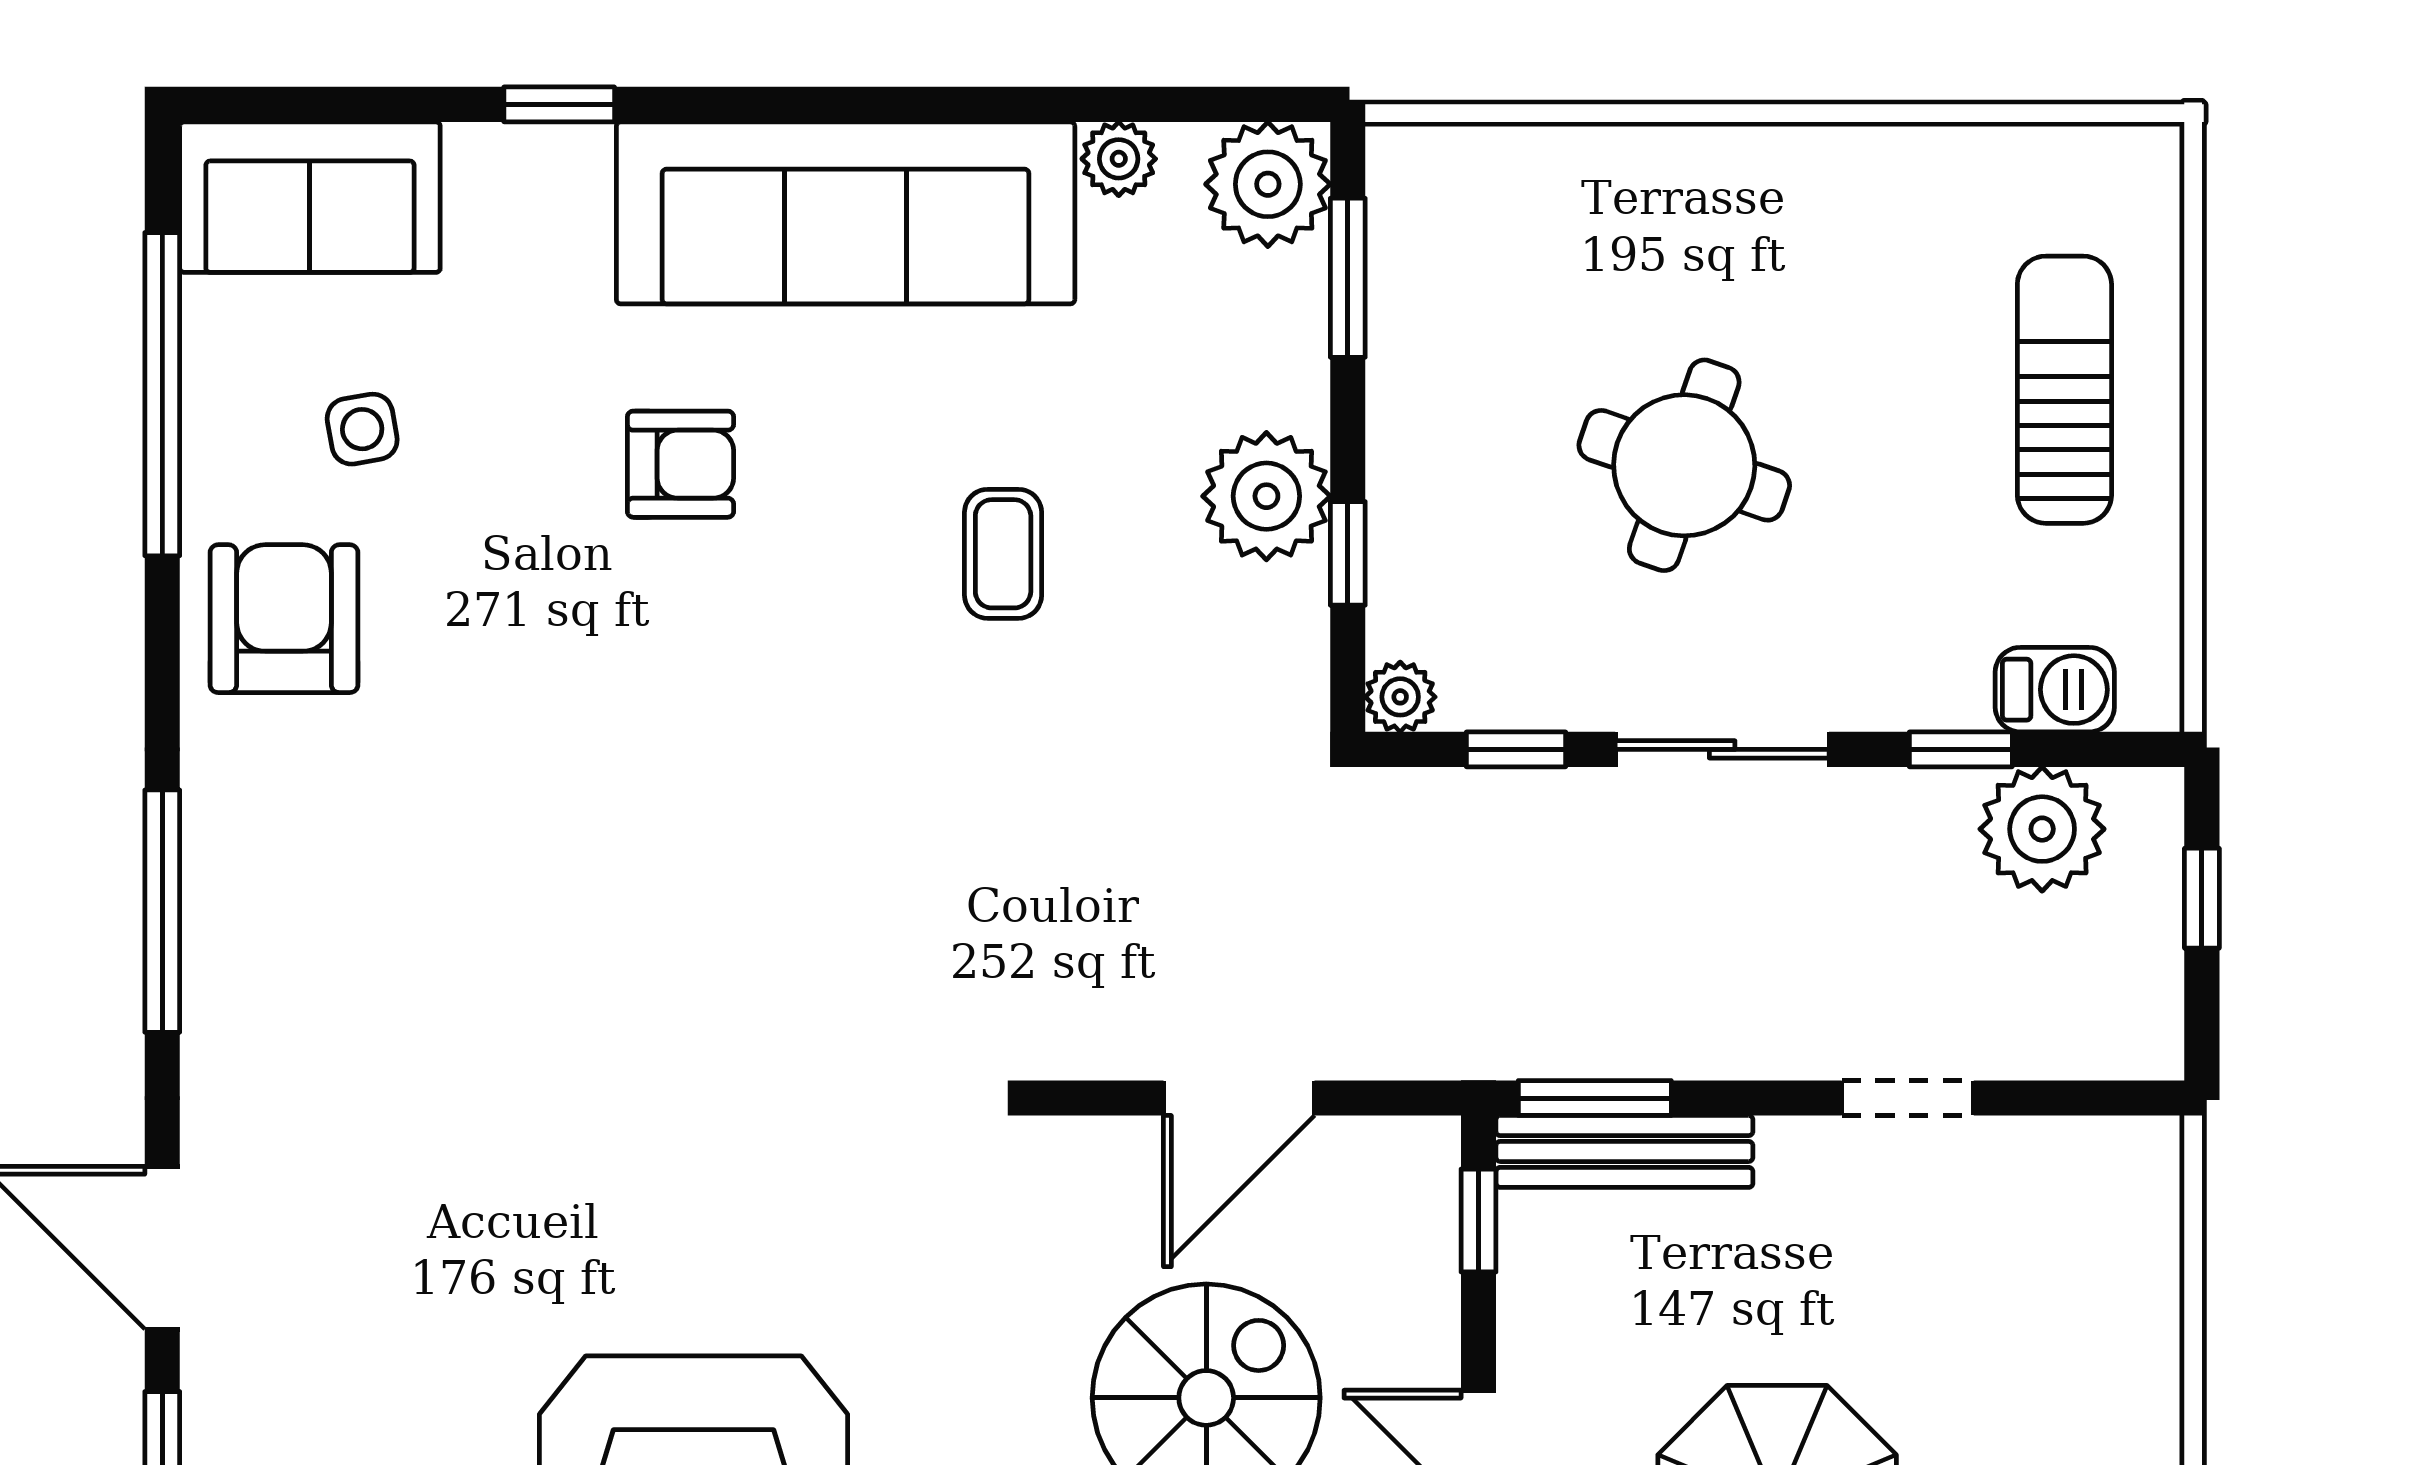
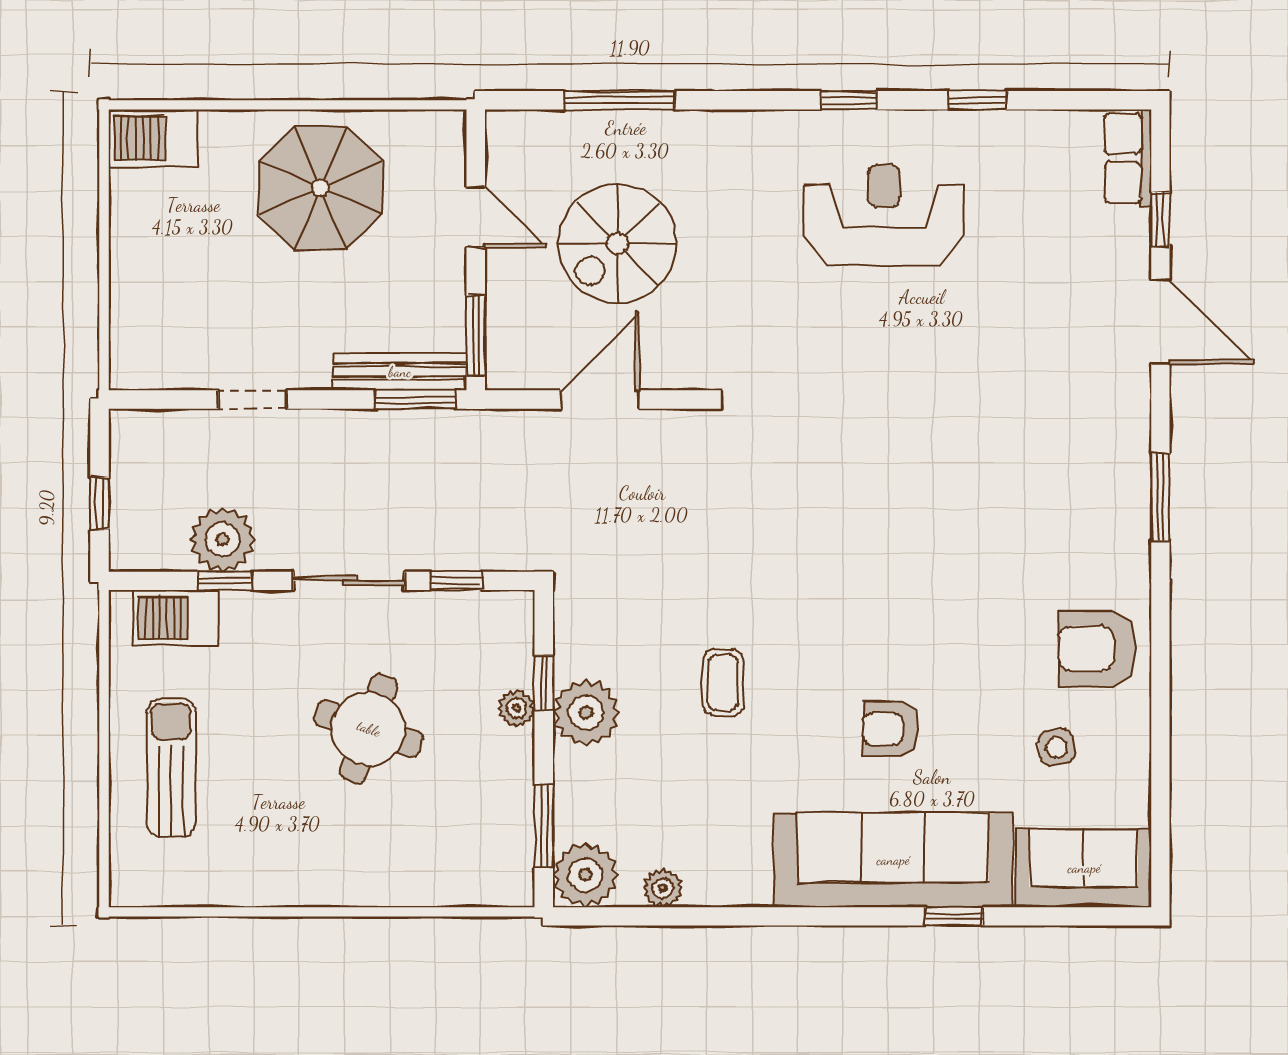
sofa: (846, 213) -> (893, 860), moved
sun lounger: (2064, 390) -> (171, 768), turned 180
window: (162, 394) -> (1160, 766), removed
armchair: (284, 619) -> (1097, 649), turned 90
barbecue: (2055, 690) -> (176, 618), width x1.38, depth x1.27
plant: (1400, 697) -> (516, 708), moved
plant: (2042, 829) -> (223, 539), moved
window: (162, 911) -> (1160, 497), width x0.69
window: (1478, 1220) -> (476, 336), width x1.50

